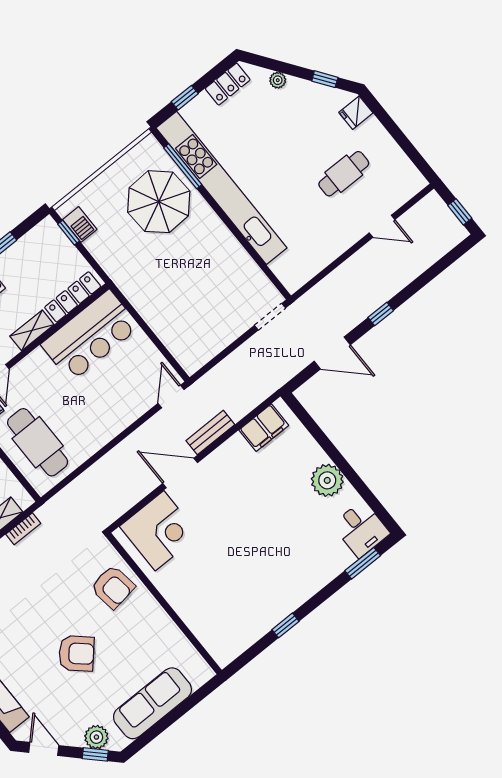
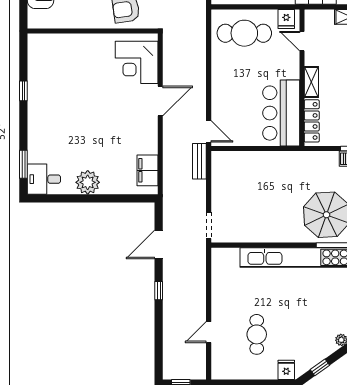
bench: (210, 433) -> (199, 161), moved

